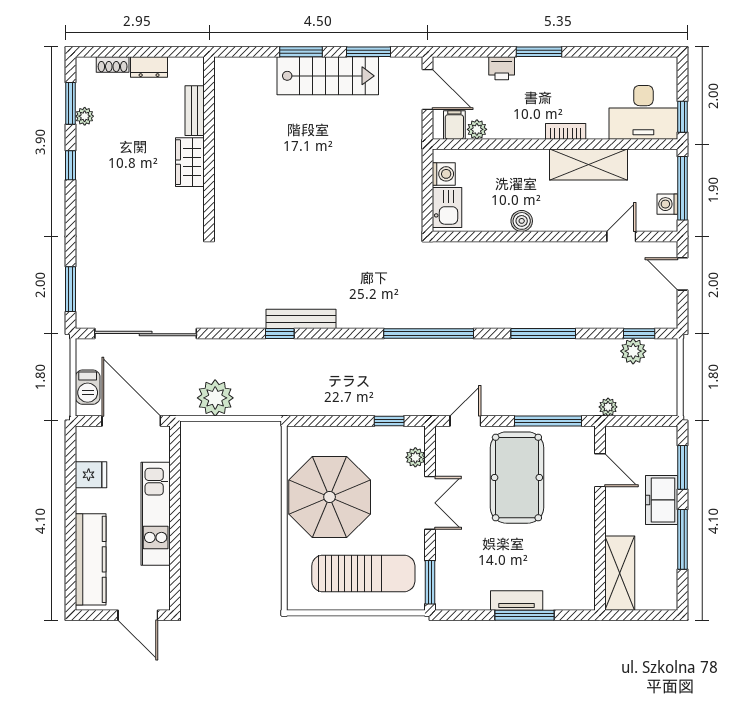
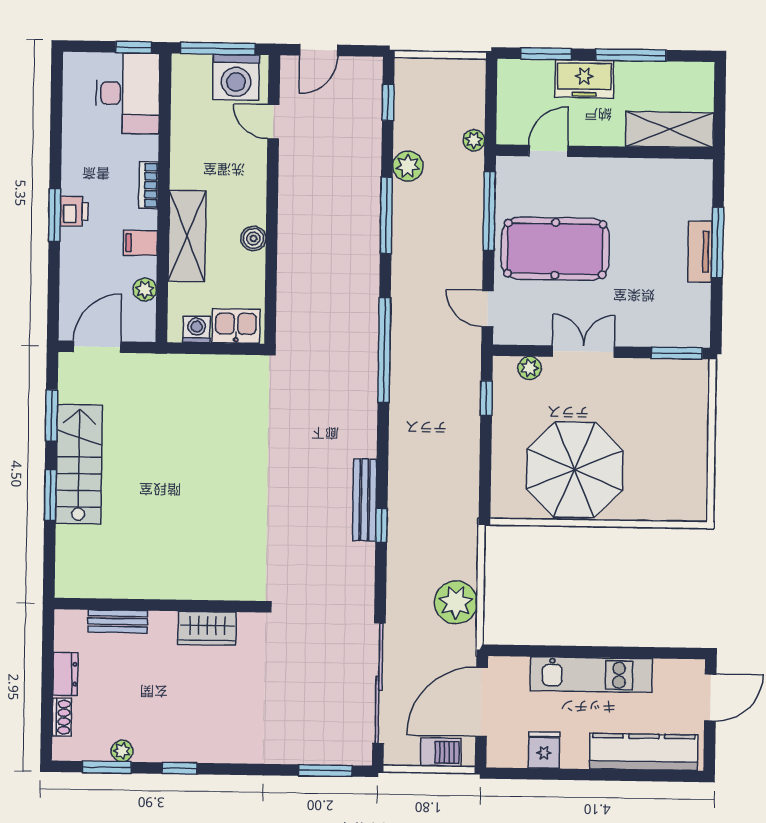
printer: (502, 68) -> (74, 211), moved
filing cabinet: (454, 125) -> (140, 243), moved
wardrobe: (190, 162) -> (207, 628), moved
shelving: (589, 165) -> (187, 236), moved
washing machine: (667, 204) -> (236, 77), width x1.89, depth x1.89
plant: (633, 351) -> (408, 166), moved
sun lounger: (363, 573) -> (665, 431), removed

